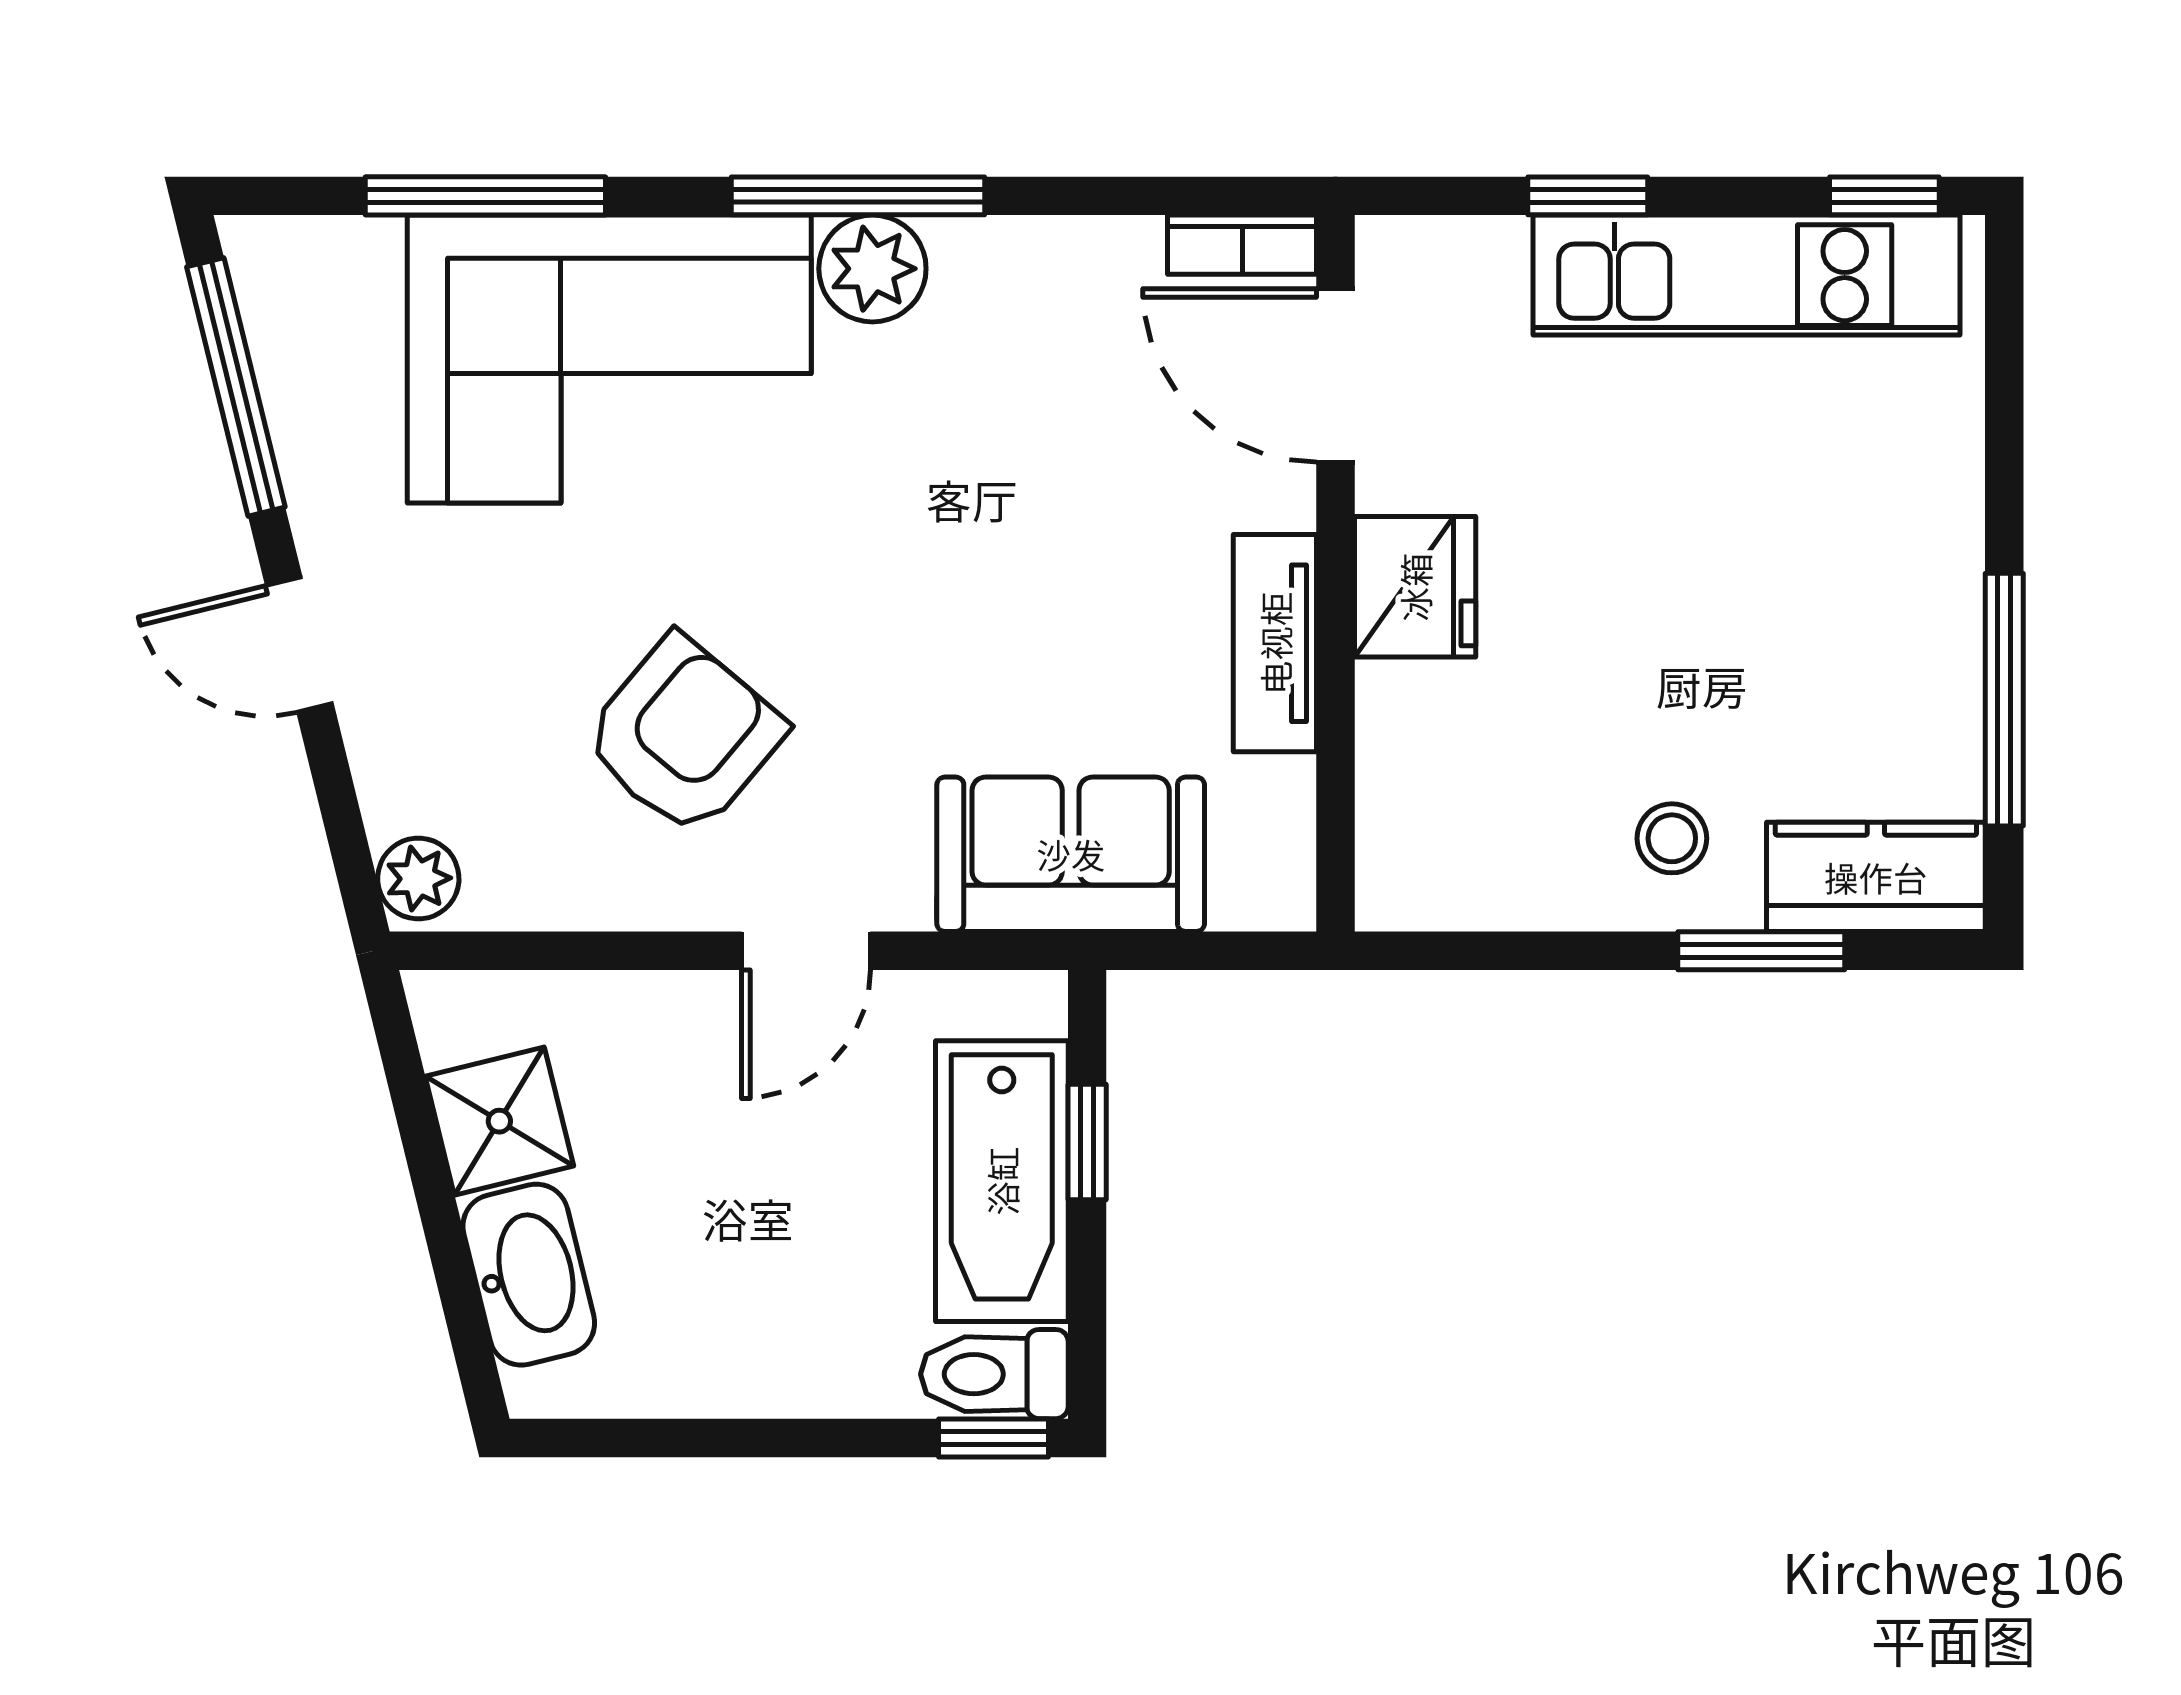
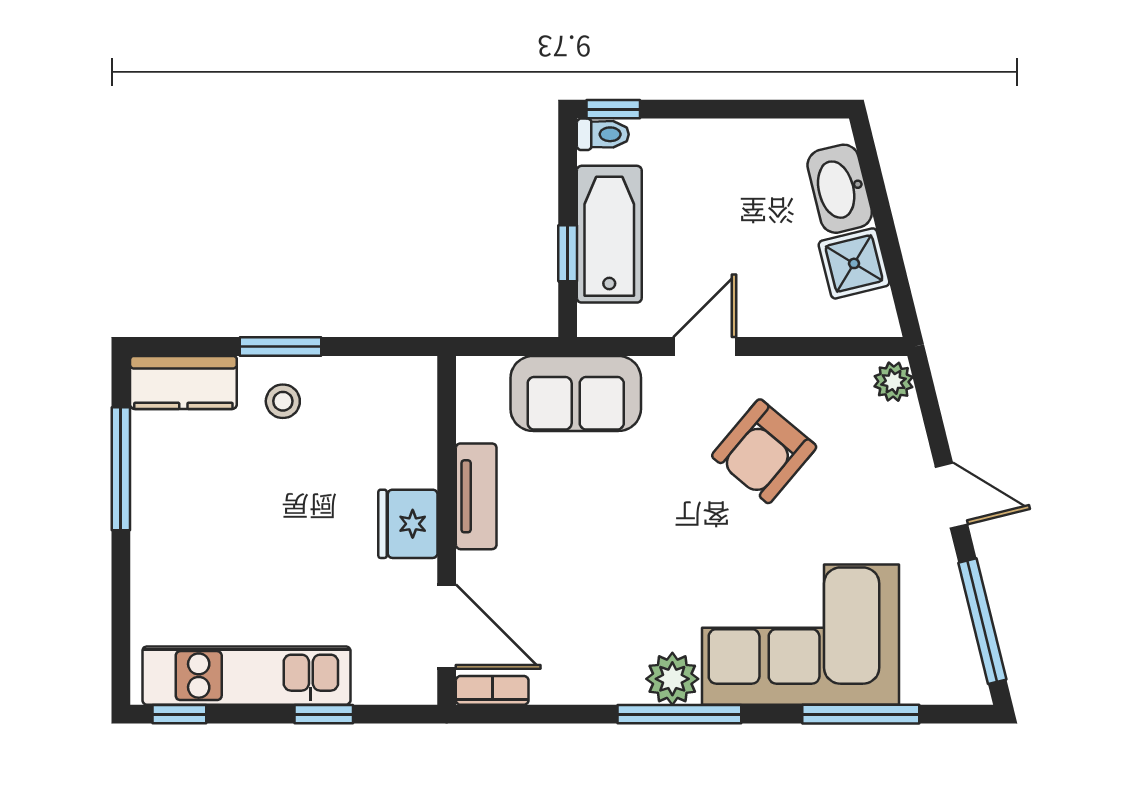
window: (1761, 951) -> (280, 346), moved
toilet: (994, 1374) -> (603, 134), width x0.73, depth x0.72

